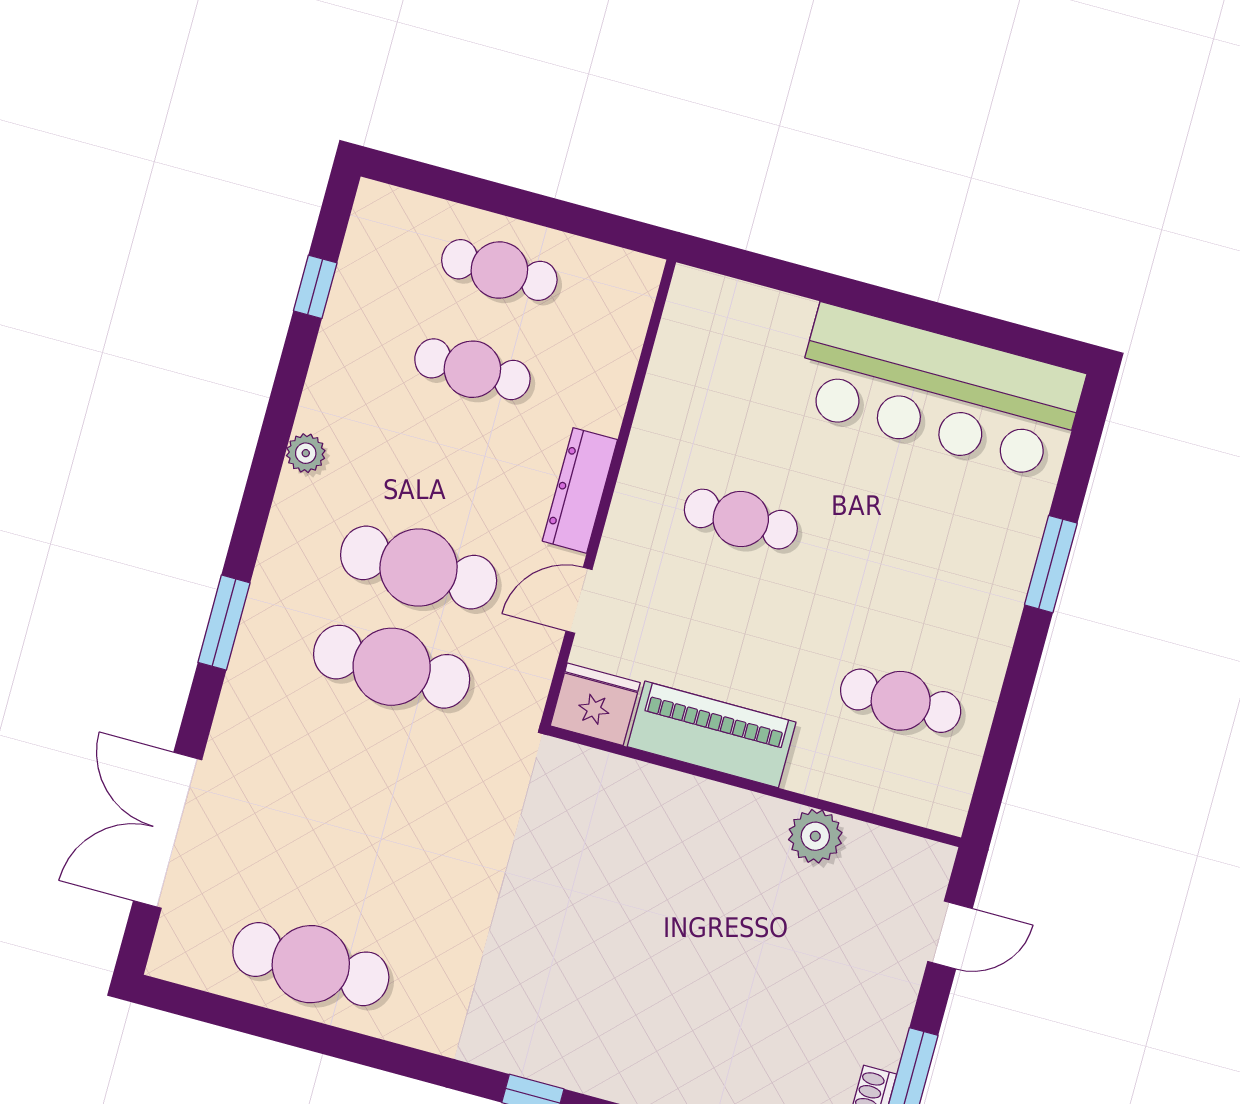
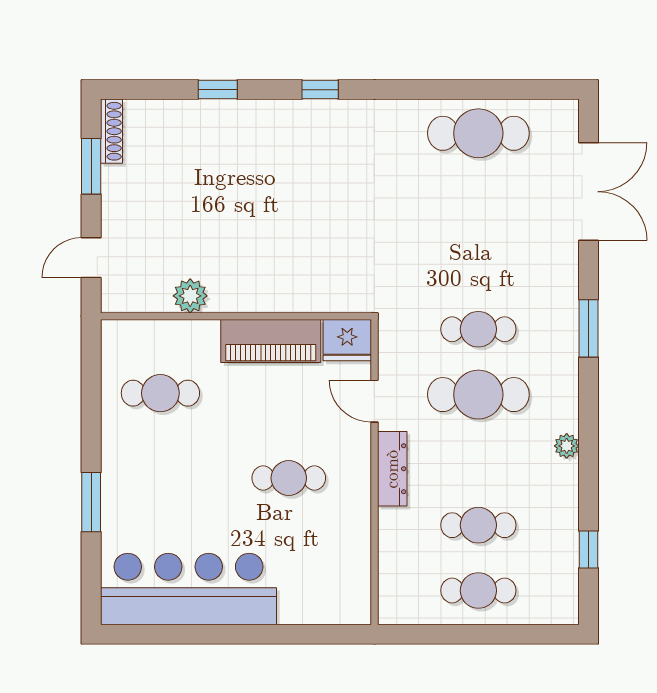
door: (579, 600) -> (374, 401), swing flipped
cafe table: (392, 667) -> (478, 329), width x0.73, depth x0.74

